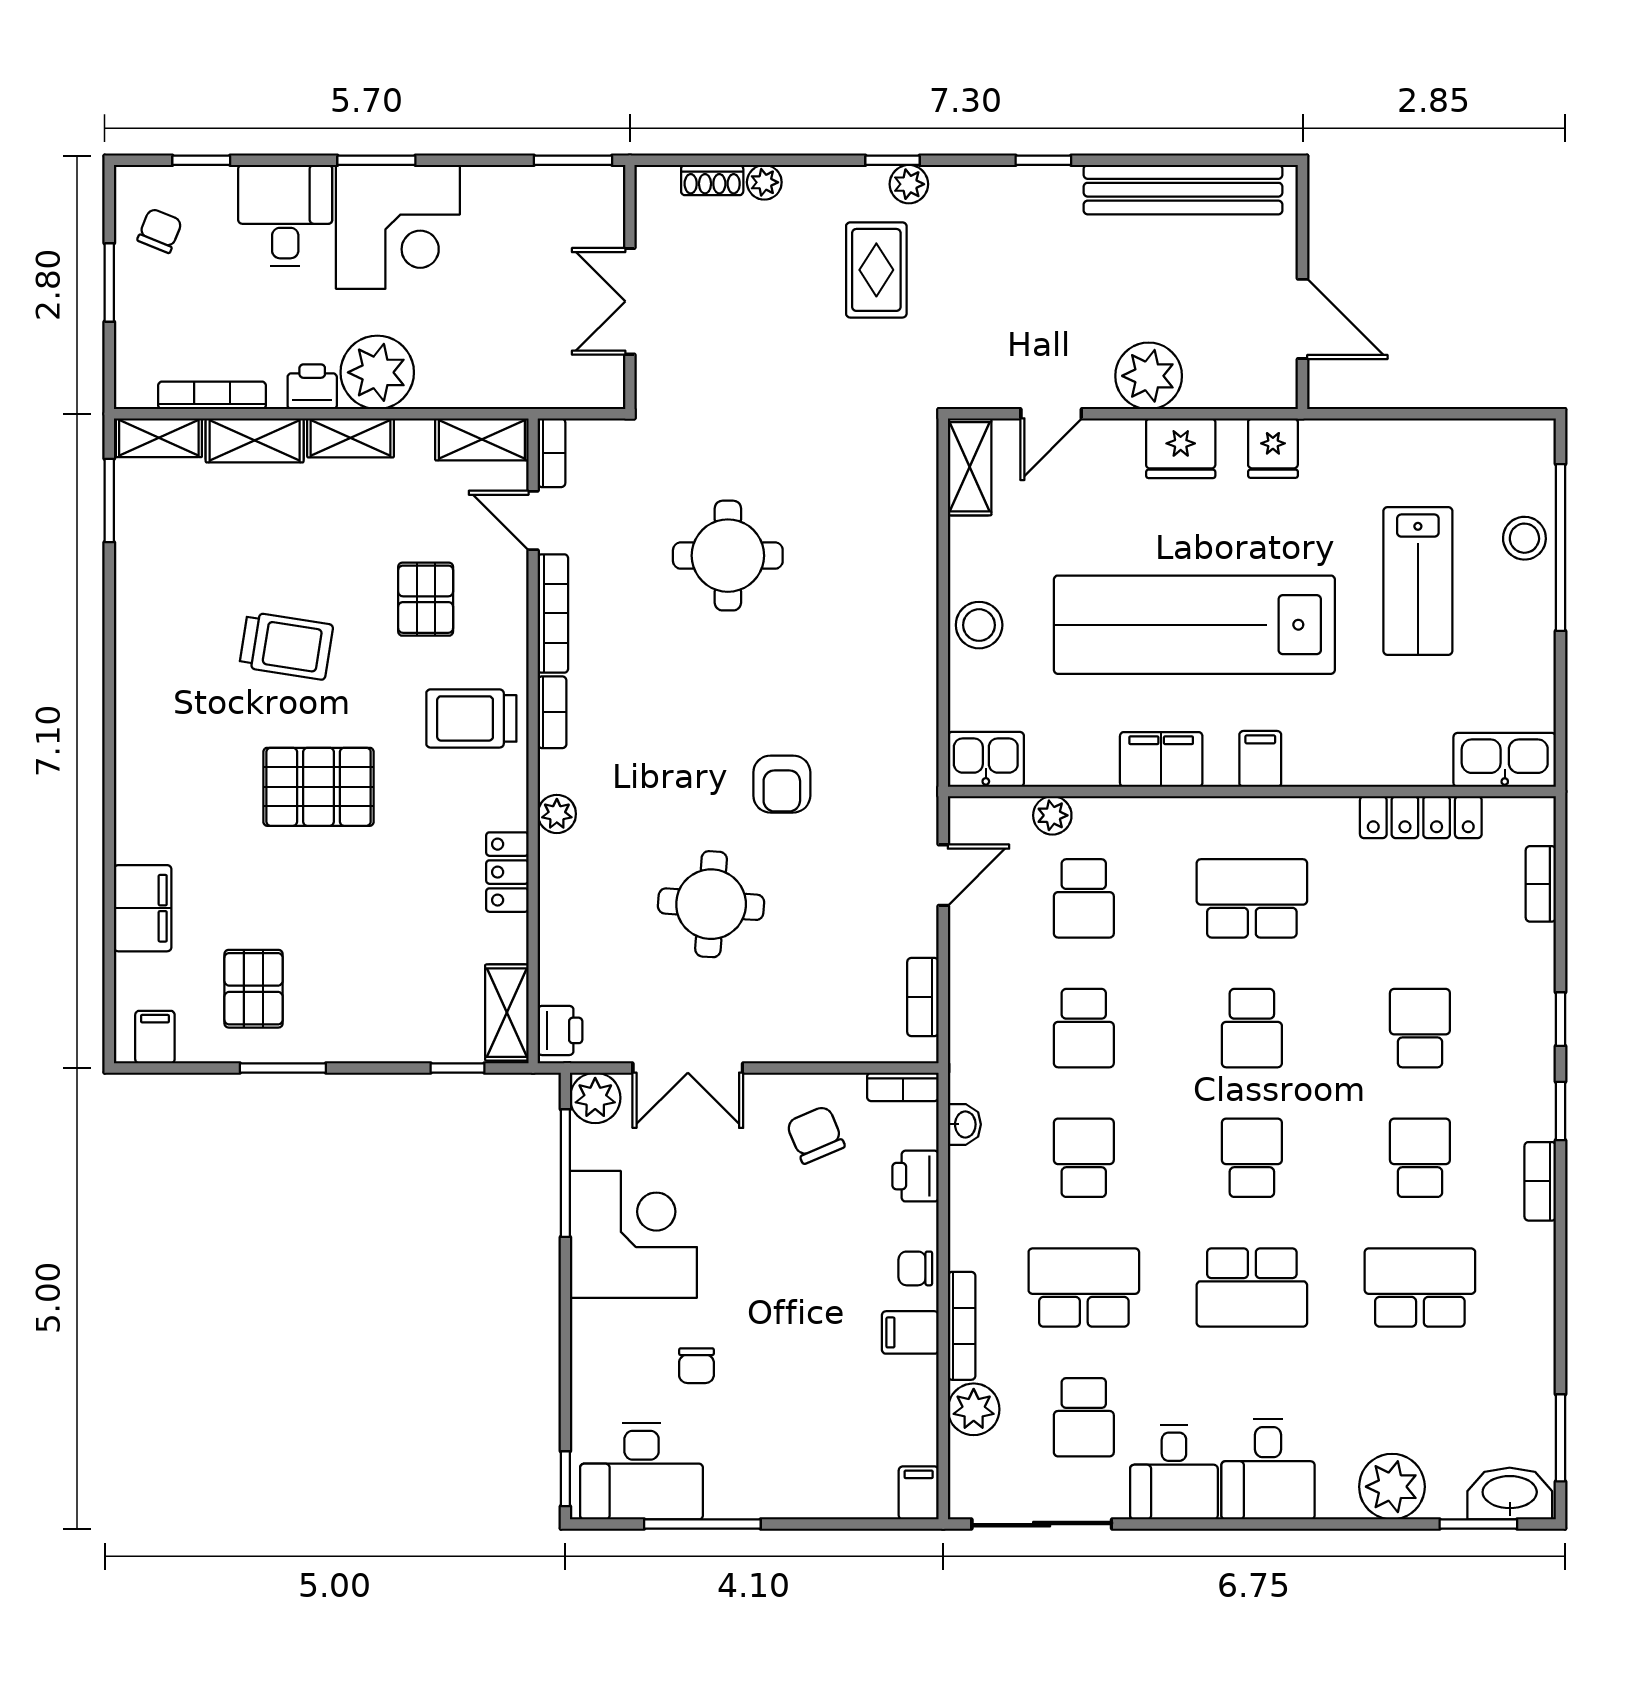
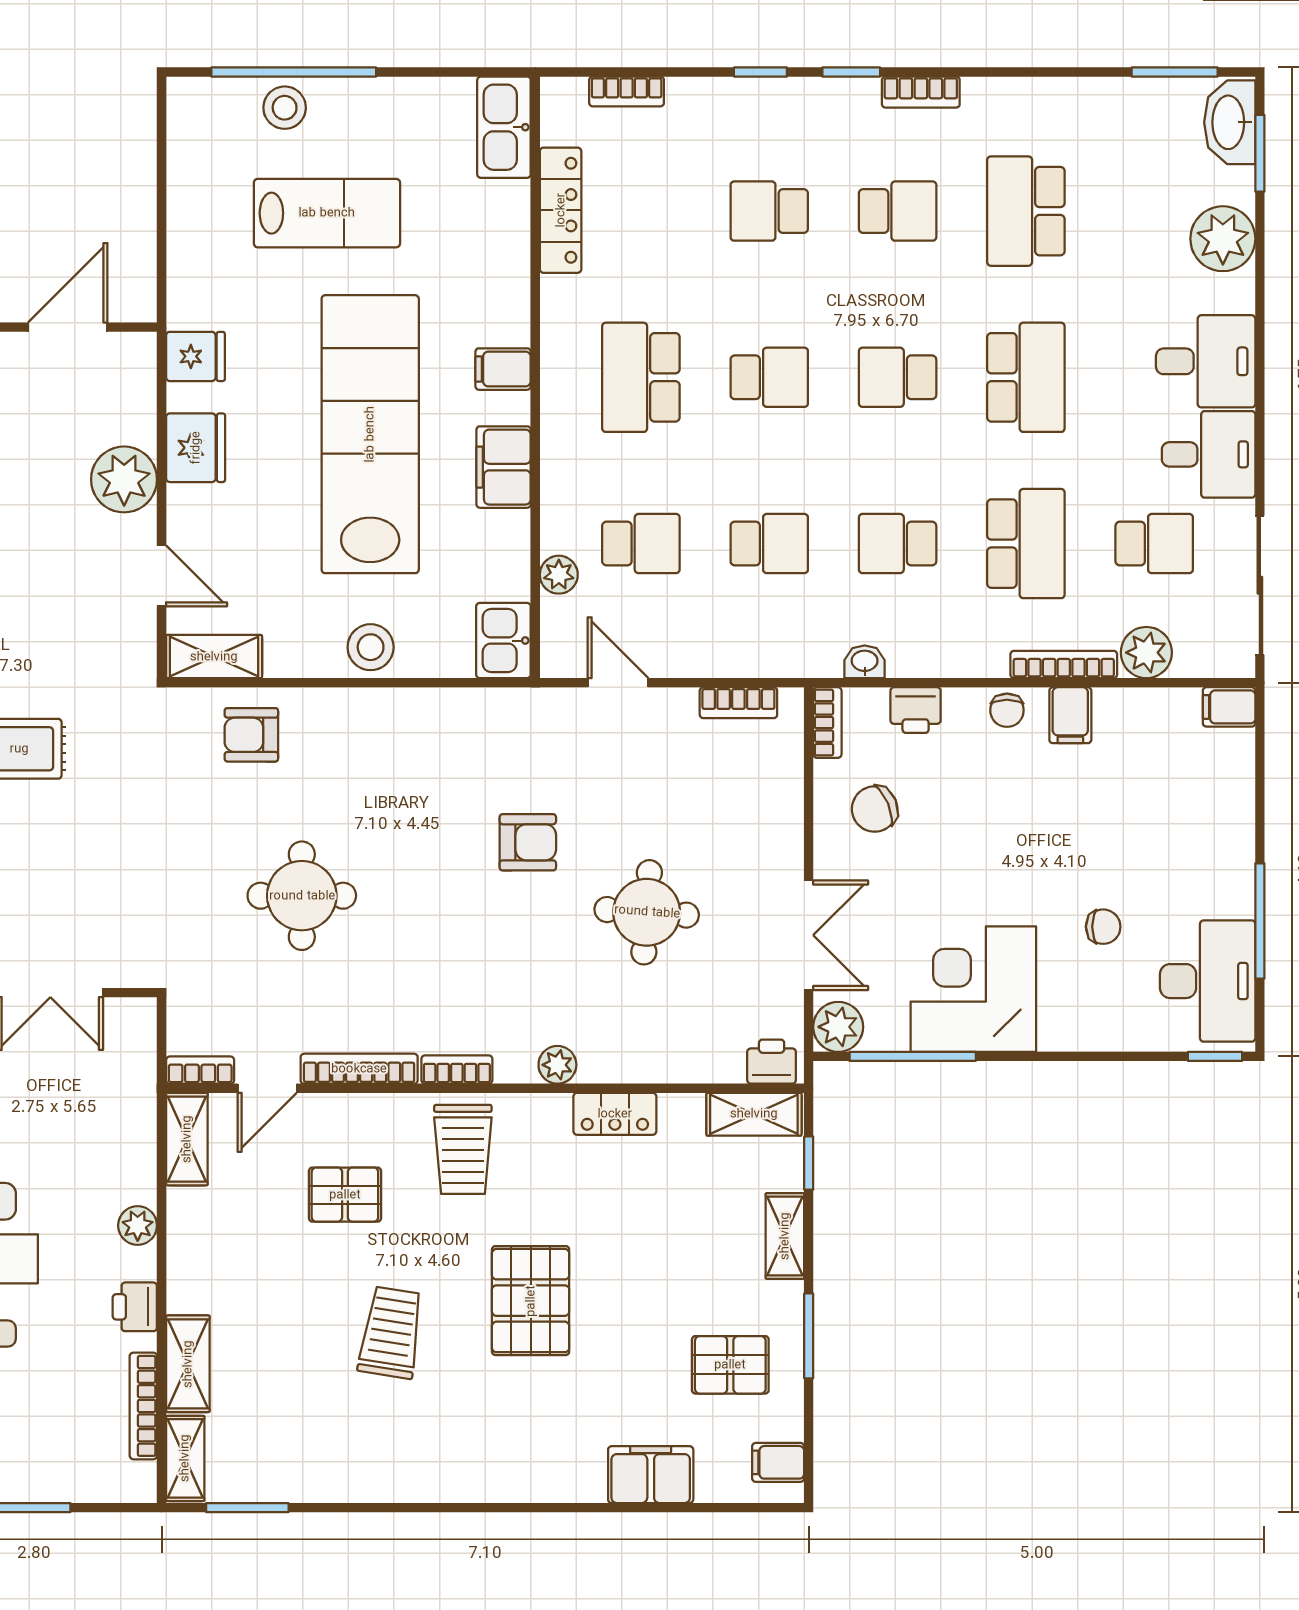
plant: (377, 372) -> (138, 1226), width x0.53, depth x0.53
shelving: (351, 438) -> (785, 1236), moved
armchair: (890, 505) -> (251, 735), added
lab bench: (1194, 625) -> (370, 434), turned 180
school desk: (1420, 1158) -> (898, 211), turned 180
school desk: (1084, 1288) -> (1026, 544), turned 180

